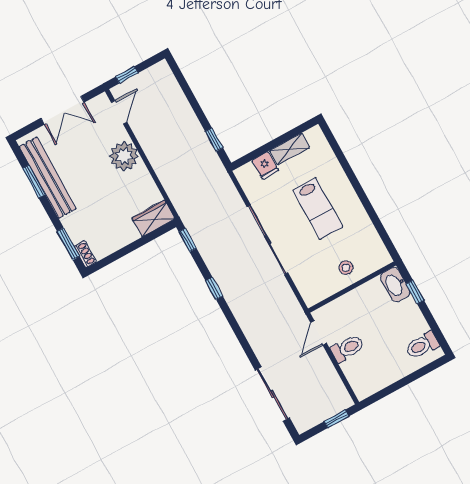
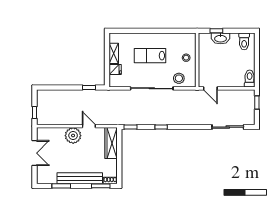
door: (119, 112) -> (89, 126), moved
bench: (48, 178) -> (80, 178), moved
lab bench: (318, 209) -> (150, 56), turned 180
wardrobe: (153, 218) -> (111, 143), width x1.50
stool: (307, 274) -> (179, 78), added
washbasin: (395, 285) -> (220, 38), moved
toilet: (347, 348) -> (250, 78), moved

